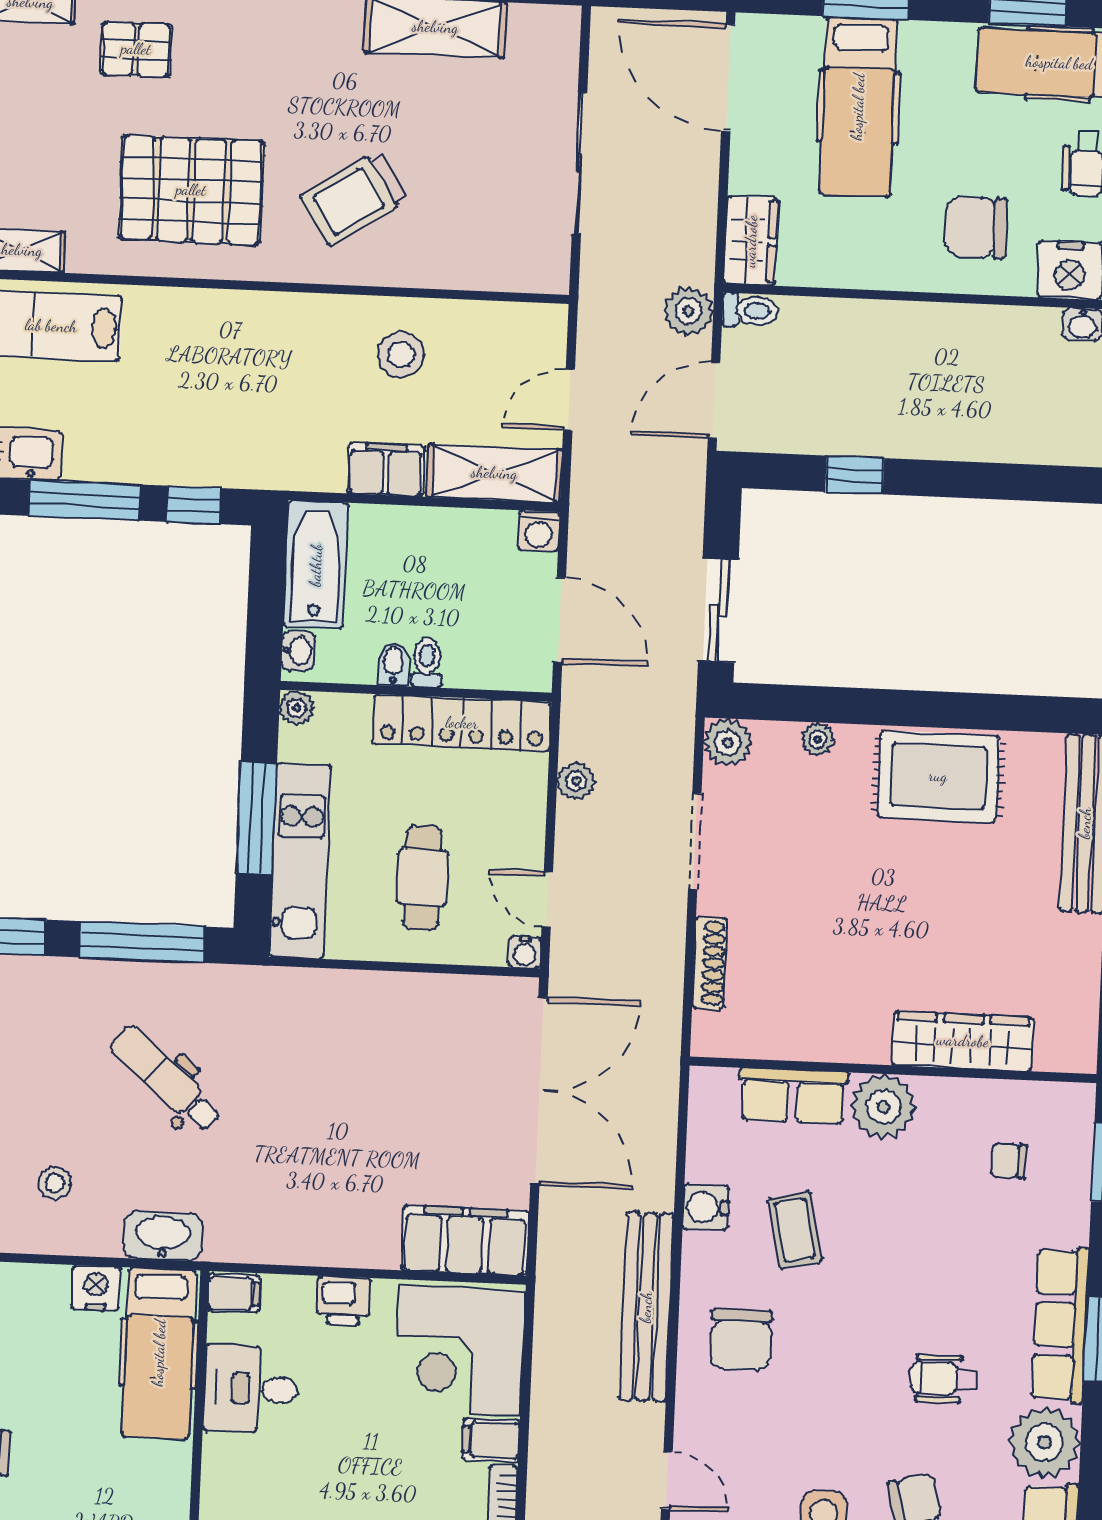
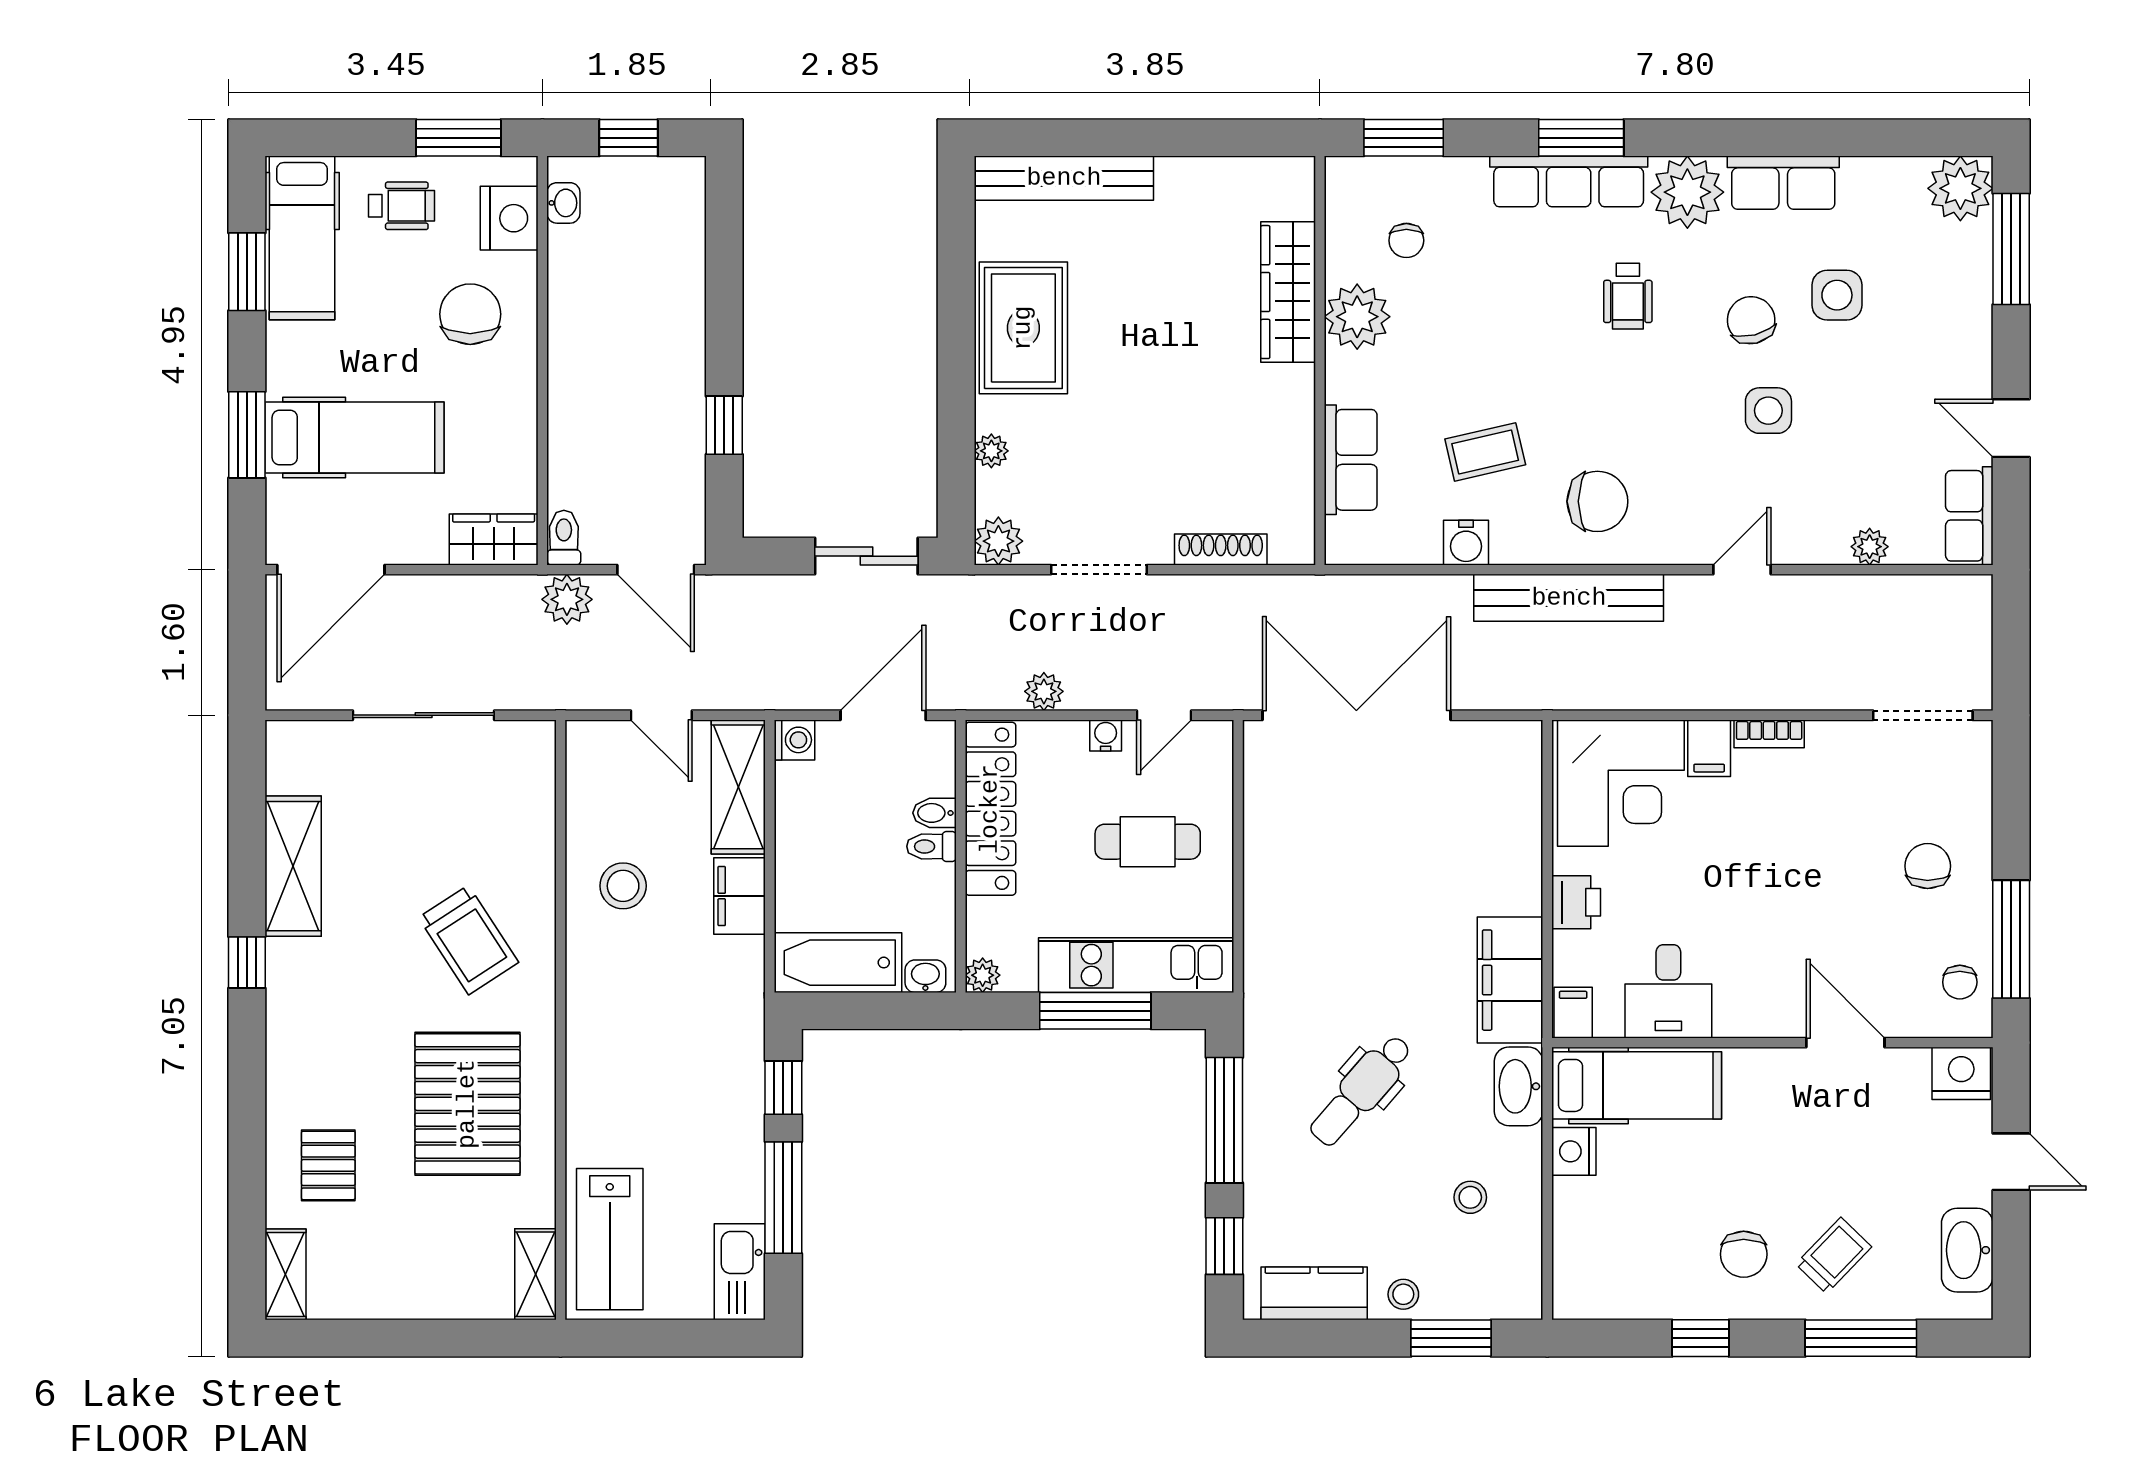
chair: (976, 227) -> (470, 314), turned 180
bidet: (393, 664) -> (934, 813), moved
water cooler: (525, 952) -> (1106, 735), moved, turned -90
plant: (883, 1107) -> (1357, 317), moved
filing cabinet: (465, 1240) -> (1510, 980), moved

